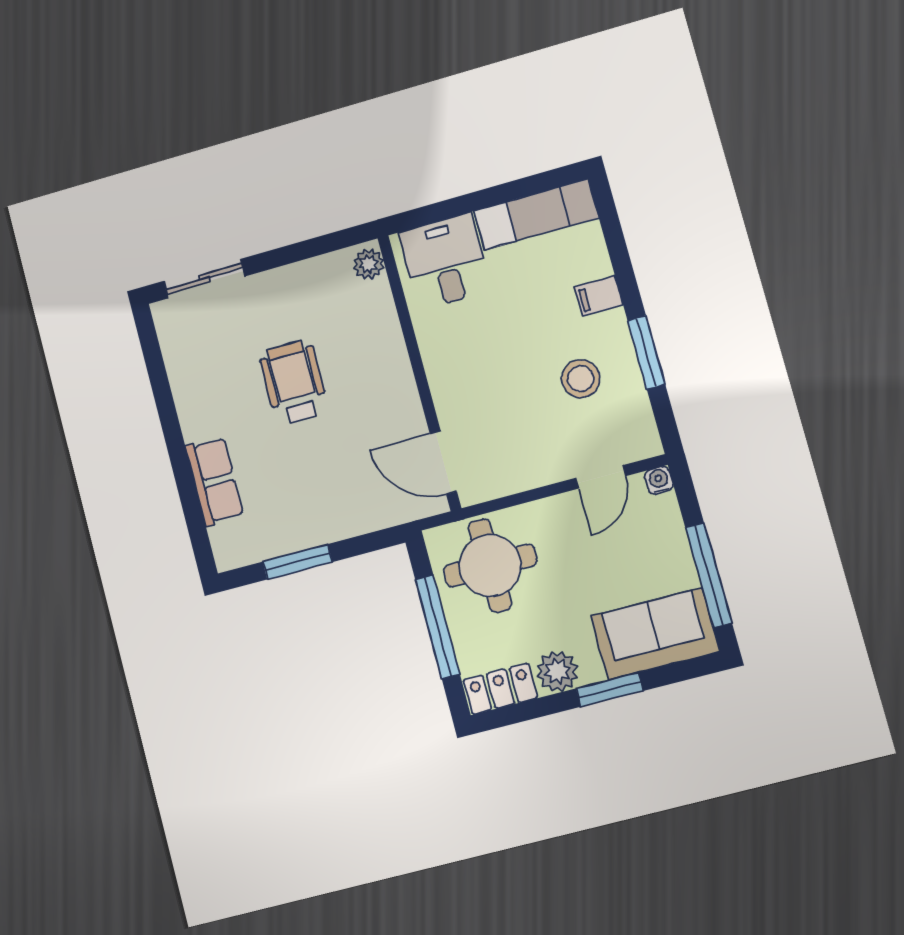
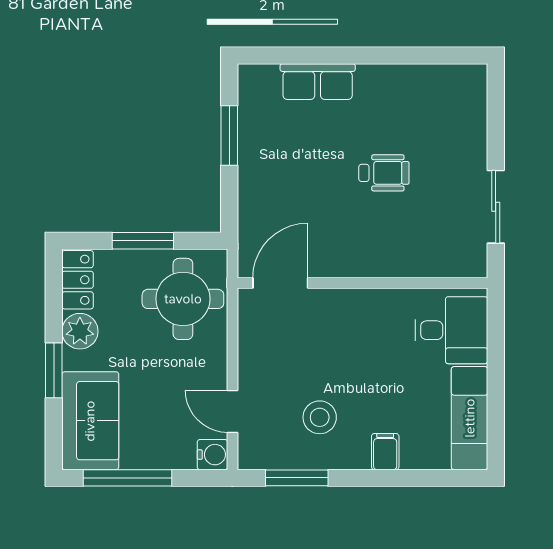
plant: (368, 264) -> (468, 264), removed
sliding door: (204, 279) -> (496, 207), moved
window: (646, 352) -> (297, 478), moved
wheelchair: (294, 382) -> (384, 173), width x0.73, depth x0.73
water cooler: (659, 480) -> (213, 455), width x1.38, depth x1.38
window: (438, 627) -> (143, 241), width x0.69

